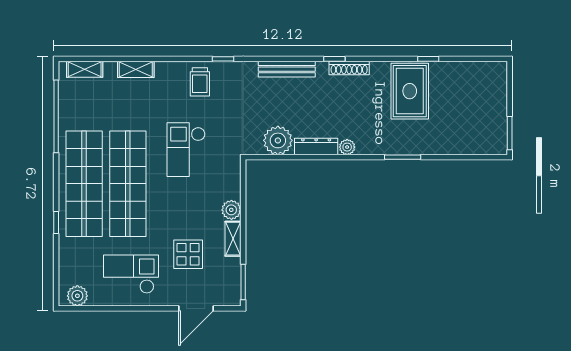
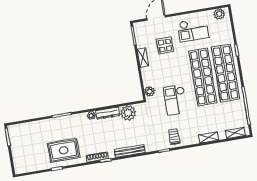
rug: (410, 91) -> (64, 150), turned 90
checkout: (186, 150) -> (175, 100), turned 180
plant: (231, 210) -> (150, 91), moved

